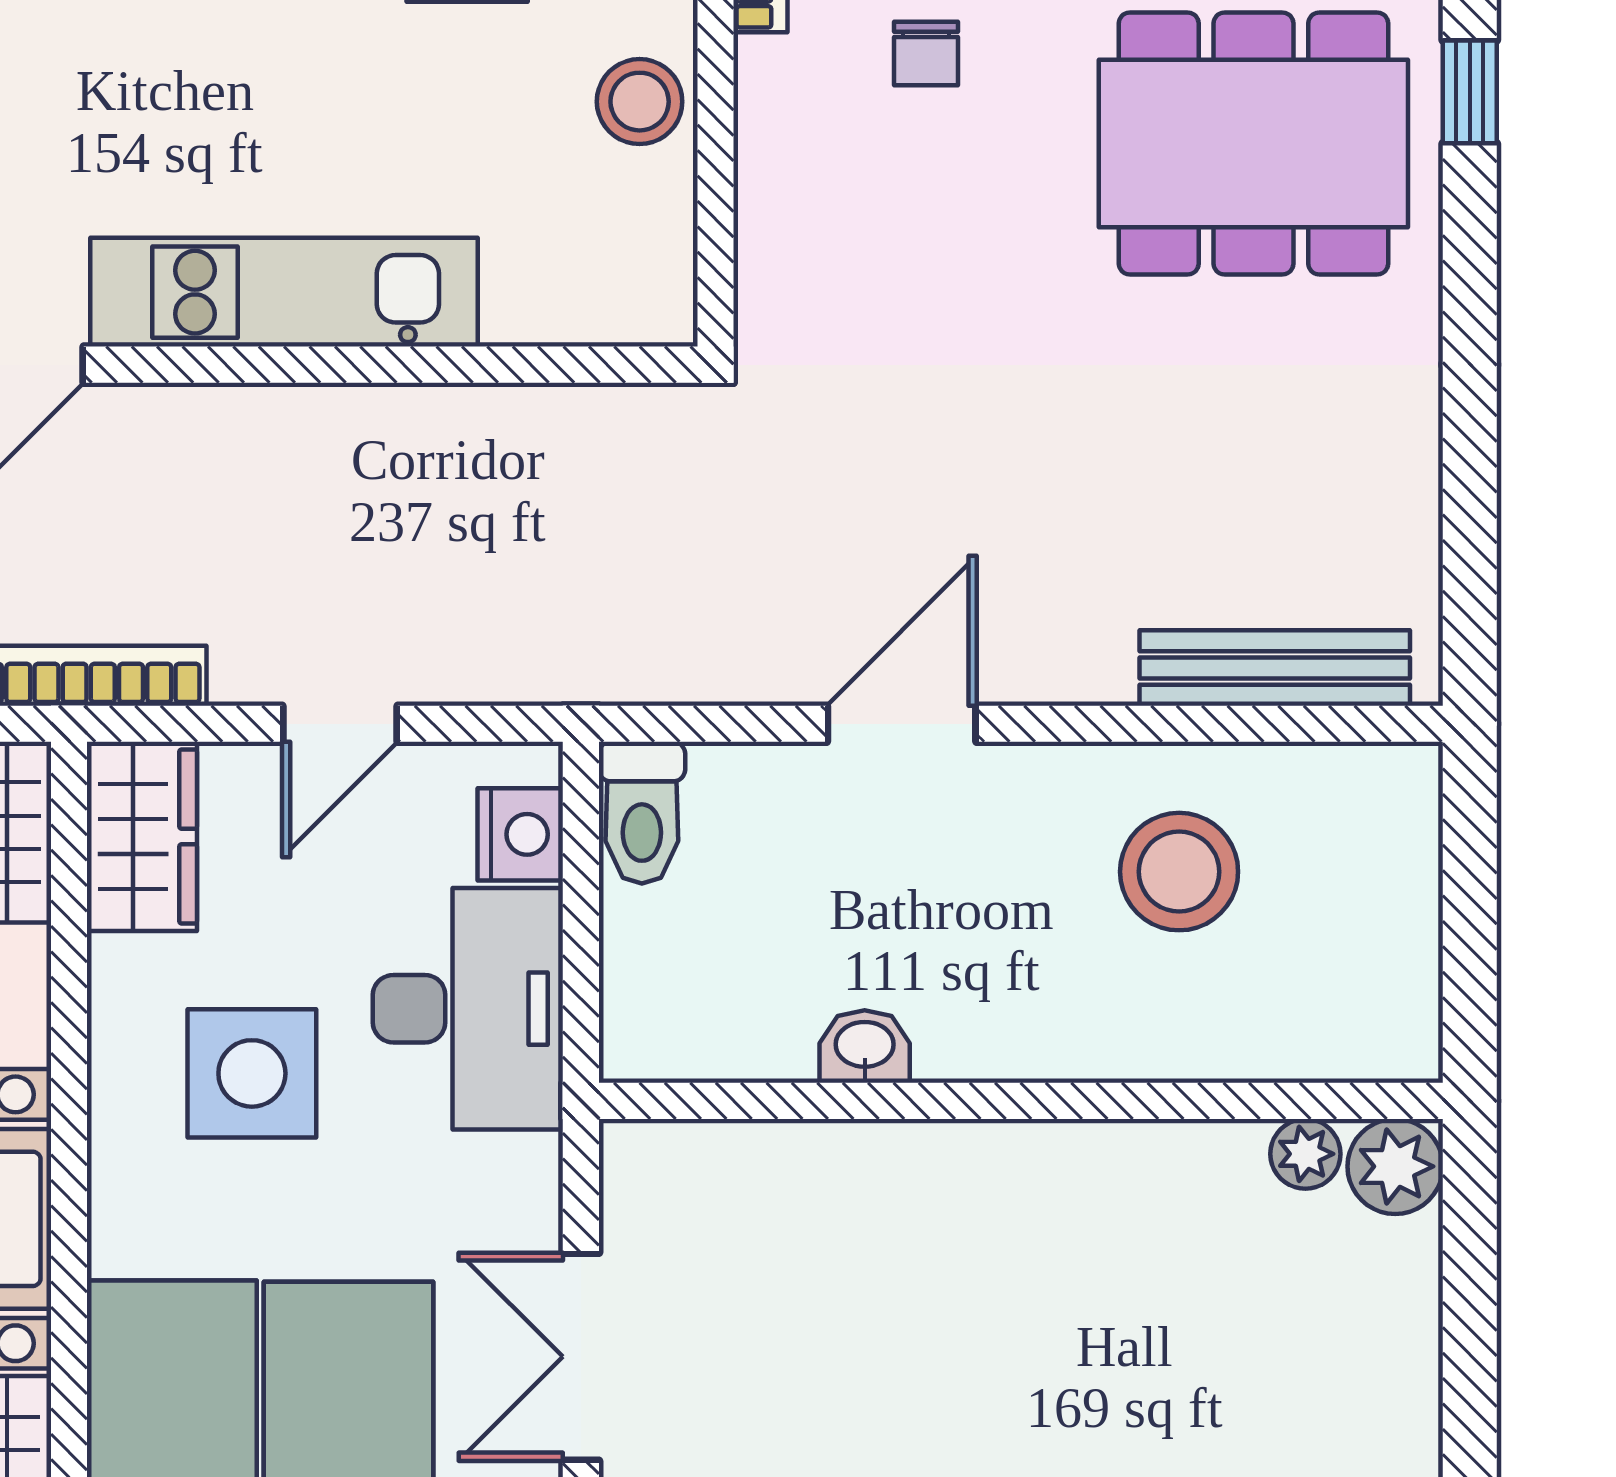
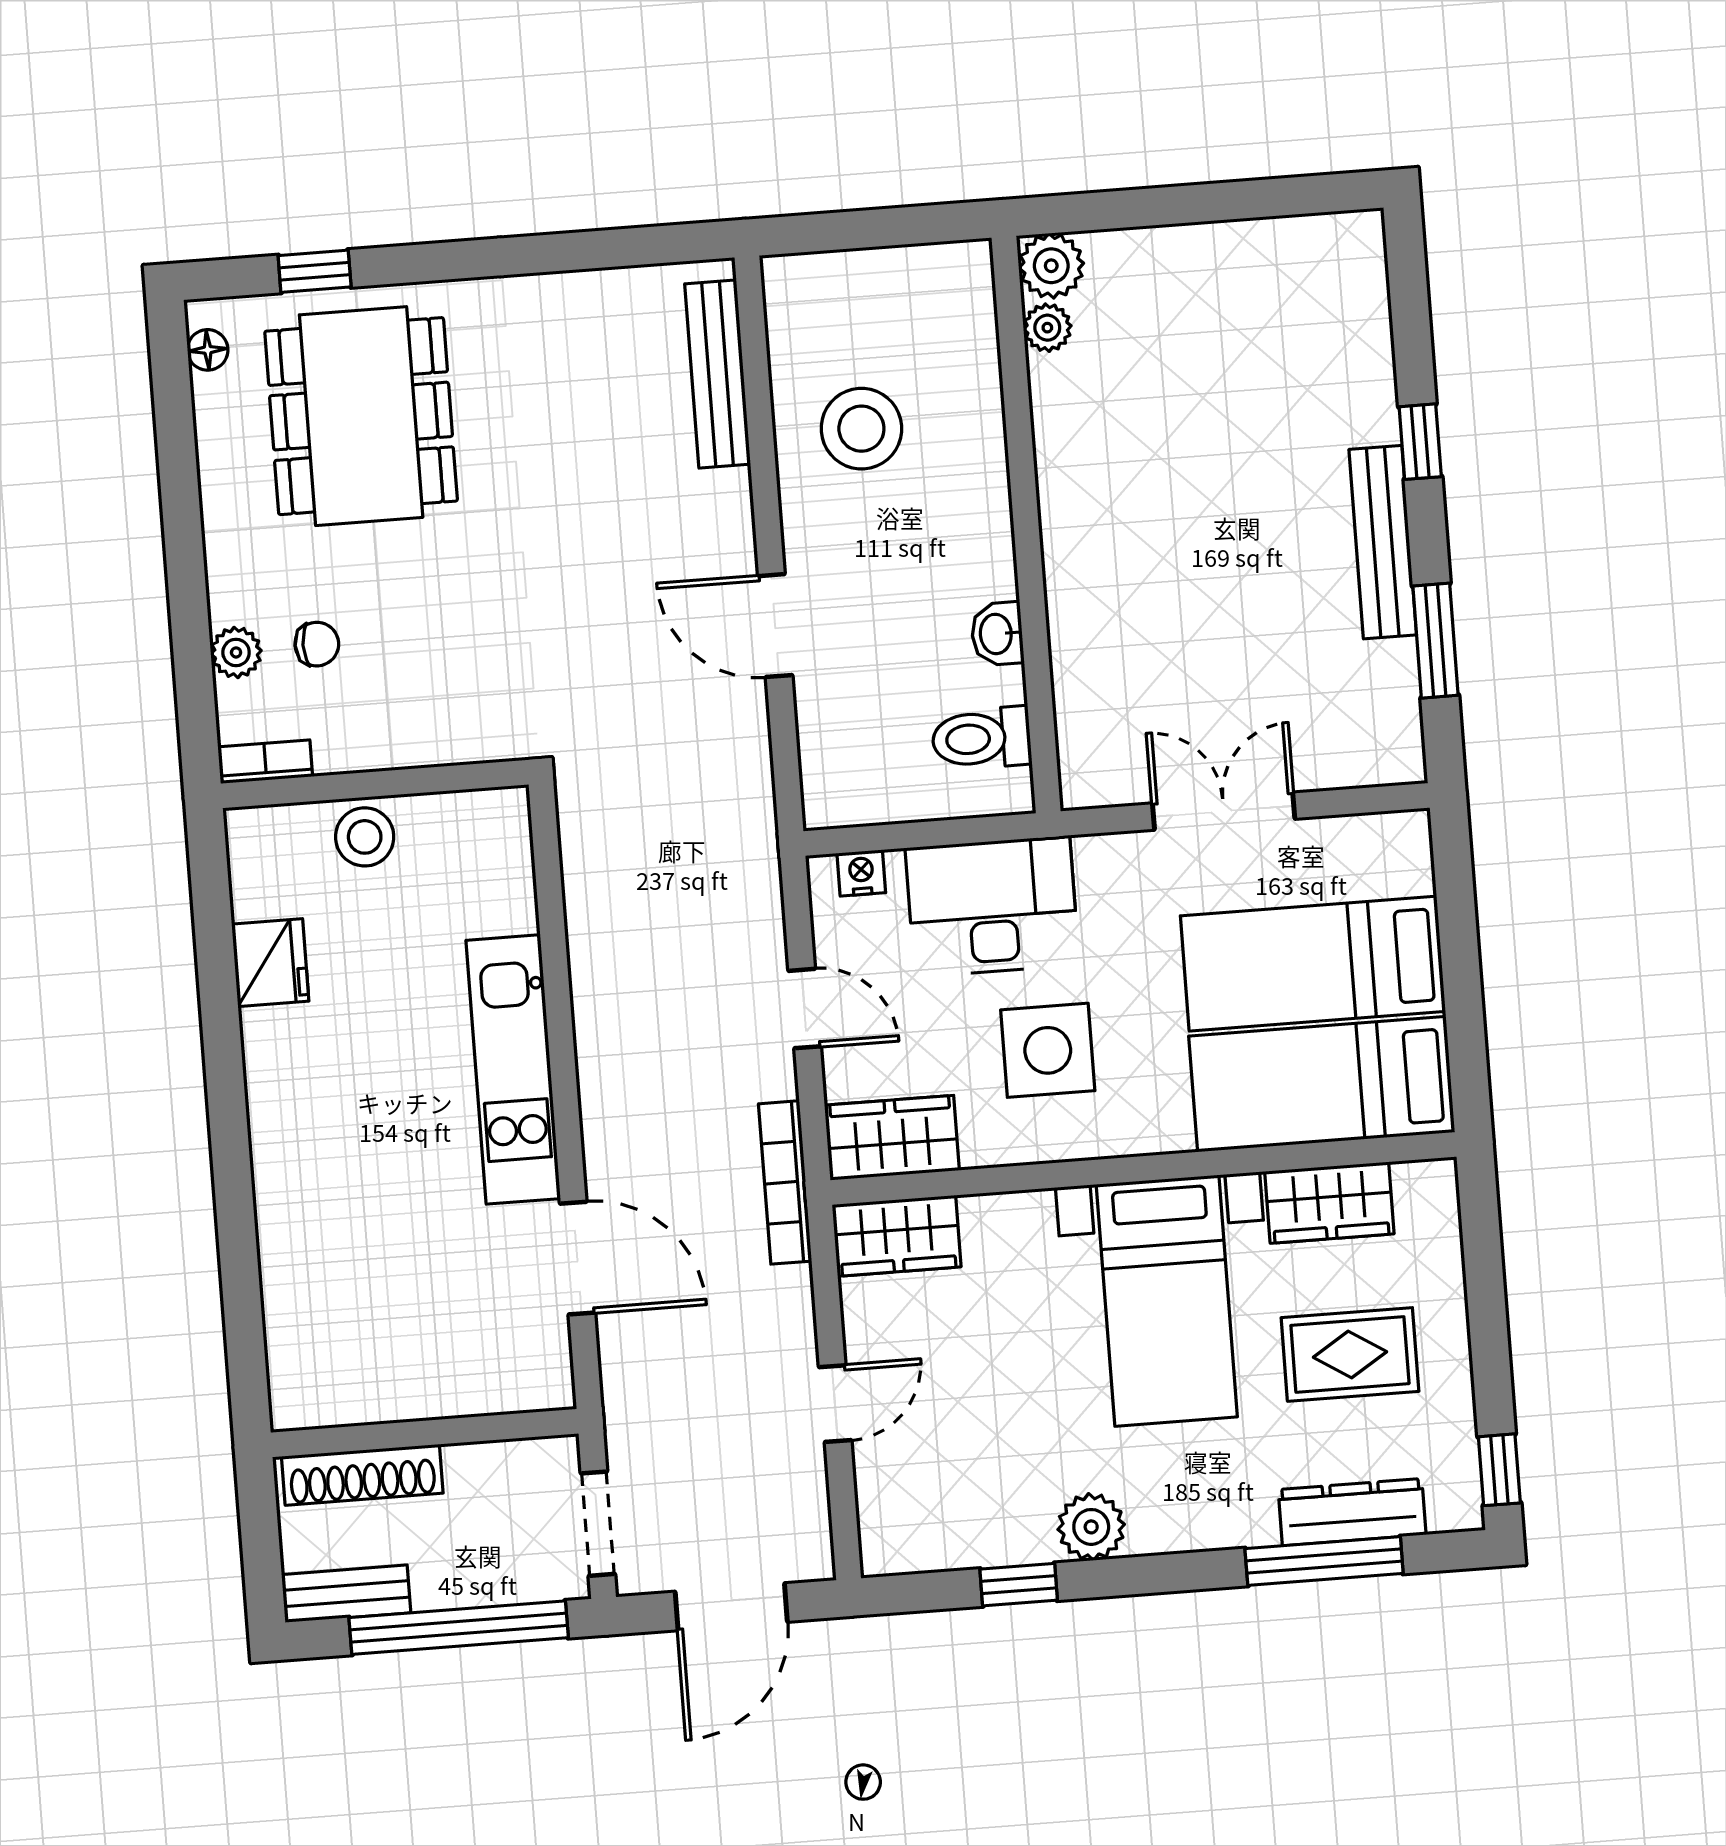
toilet: (642, 813) -> (982, 738), moved, turned 180
nightstand: (520, 834) -> (861, 873), width x0.72, depth x0.74
double door: (581, 1357) -> (1224, 811), swing flipped

